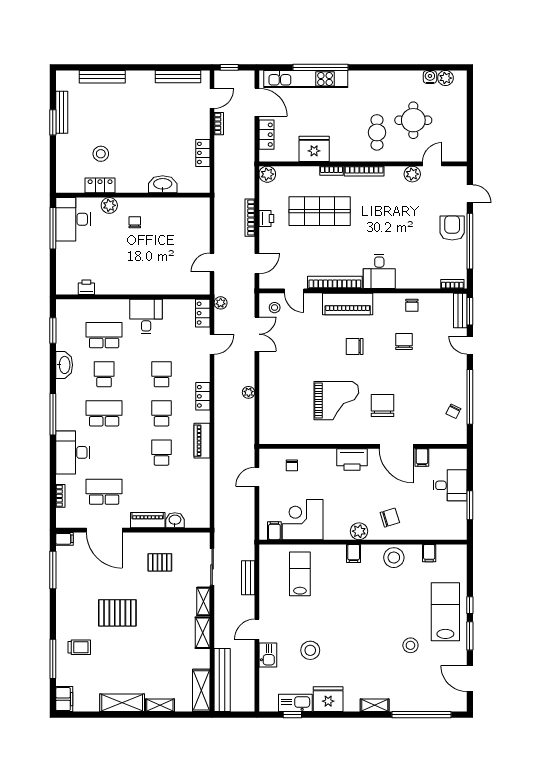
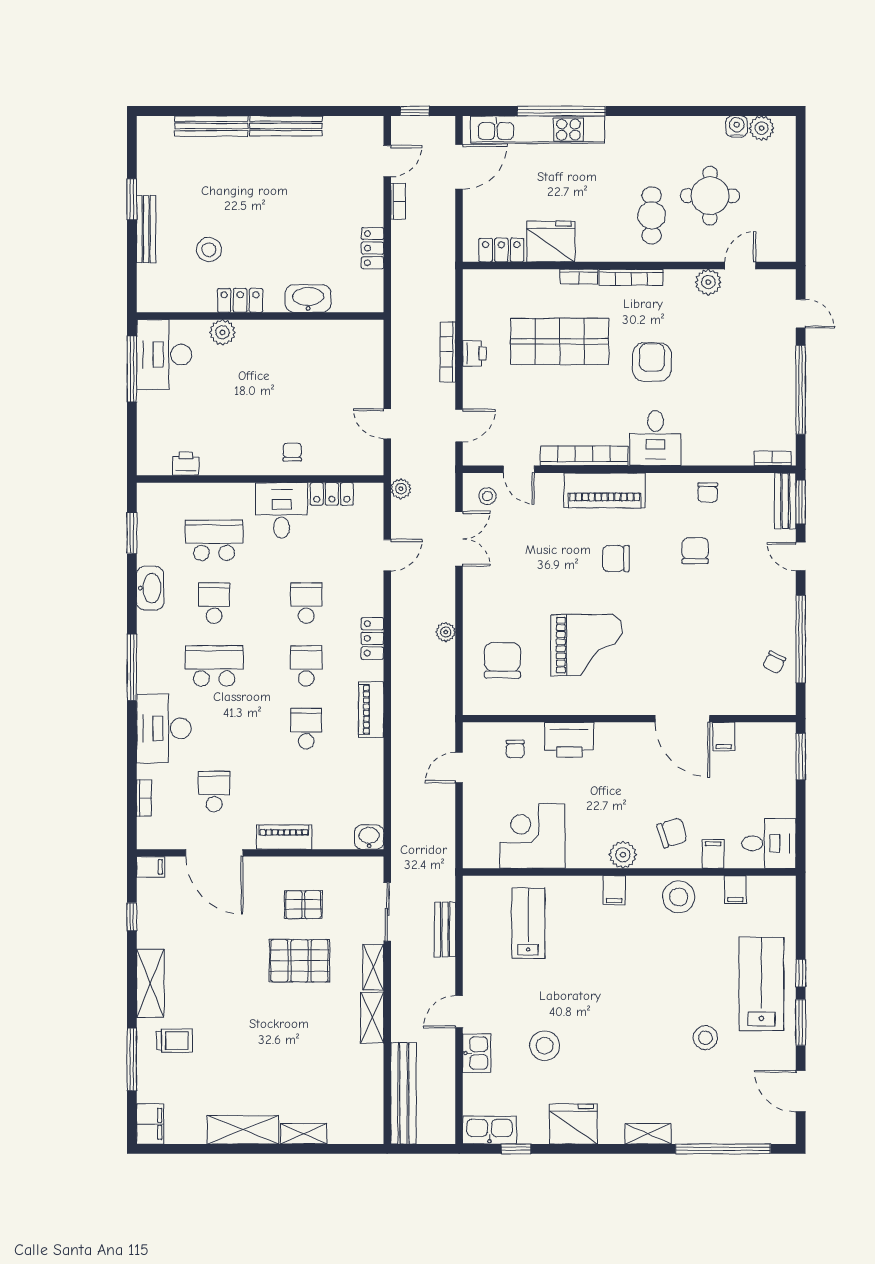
bench: (178, 77) -> (286, 126), moved
door: (257, 102) -> (459, 167), hinge flipped
bench: (62, 112) -> (146, 229), moved
locker: (267, 135) -> (501, 250), moved, turned -90
plant: (267, 174) -> (476, 282), removed
locker: (100, 185) -> (240, 300), moved
chair: (135, 222) -> (292, 452), moved
armchair: (452, 228) -> (652, 362), moved
door: (212, 262) -> (387, 424), hinge flipped
locker: (203, 313) -> (332, 494), moved, turned -90
chair: (383, 405) -> (502, 660), moved
printer: (352, 459) -> (569, 740), moved
desk: (450, 485) -> (769, 843), moved
school desk: (104, 492) -> (214, 791), width x0.54
window: (470, 505) -> (801, 757), moved
washbasin: (175, 520) -> (369, 837), moved
filing cabinet: (274, 531) -> (713, 854), moved
window: (53, 570) -> (132, 917), width x0.46
pallet: (117, 613) -> (299, 961), moved
shelving: (201, 690) -> (150, 983), moved
kitchen sink: (295, 703) -> (489, 1130), moved

